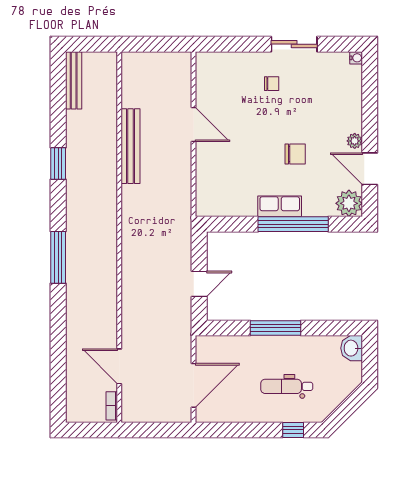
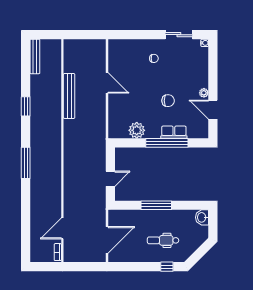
sliding door: (294, 44) -> (179, 35), moved
plant: (349, 203) -> (137, 130), moved
row of seats: (280, 206) -> (174, 132), moved
door: (119, 366) -> (62, 228), hinge flipped

